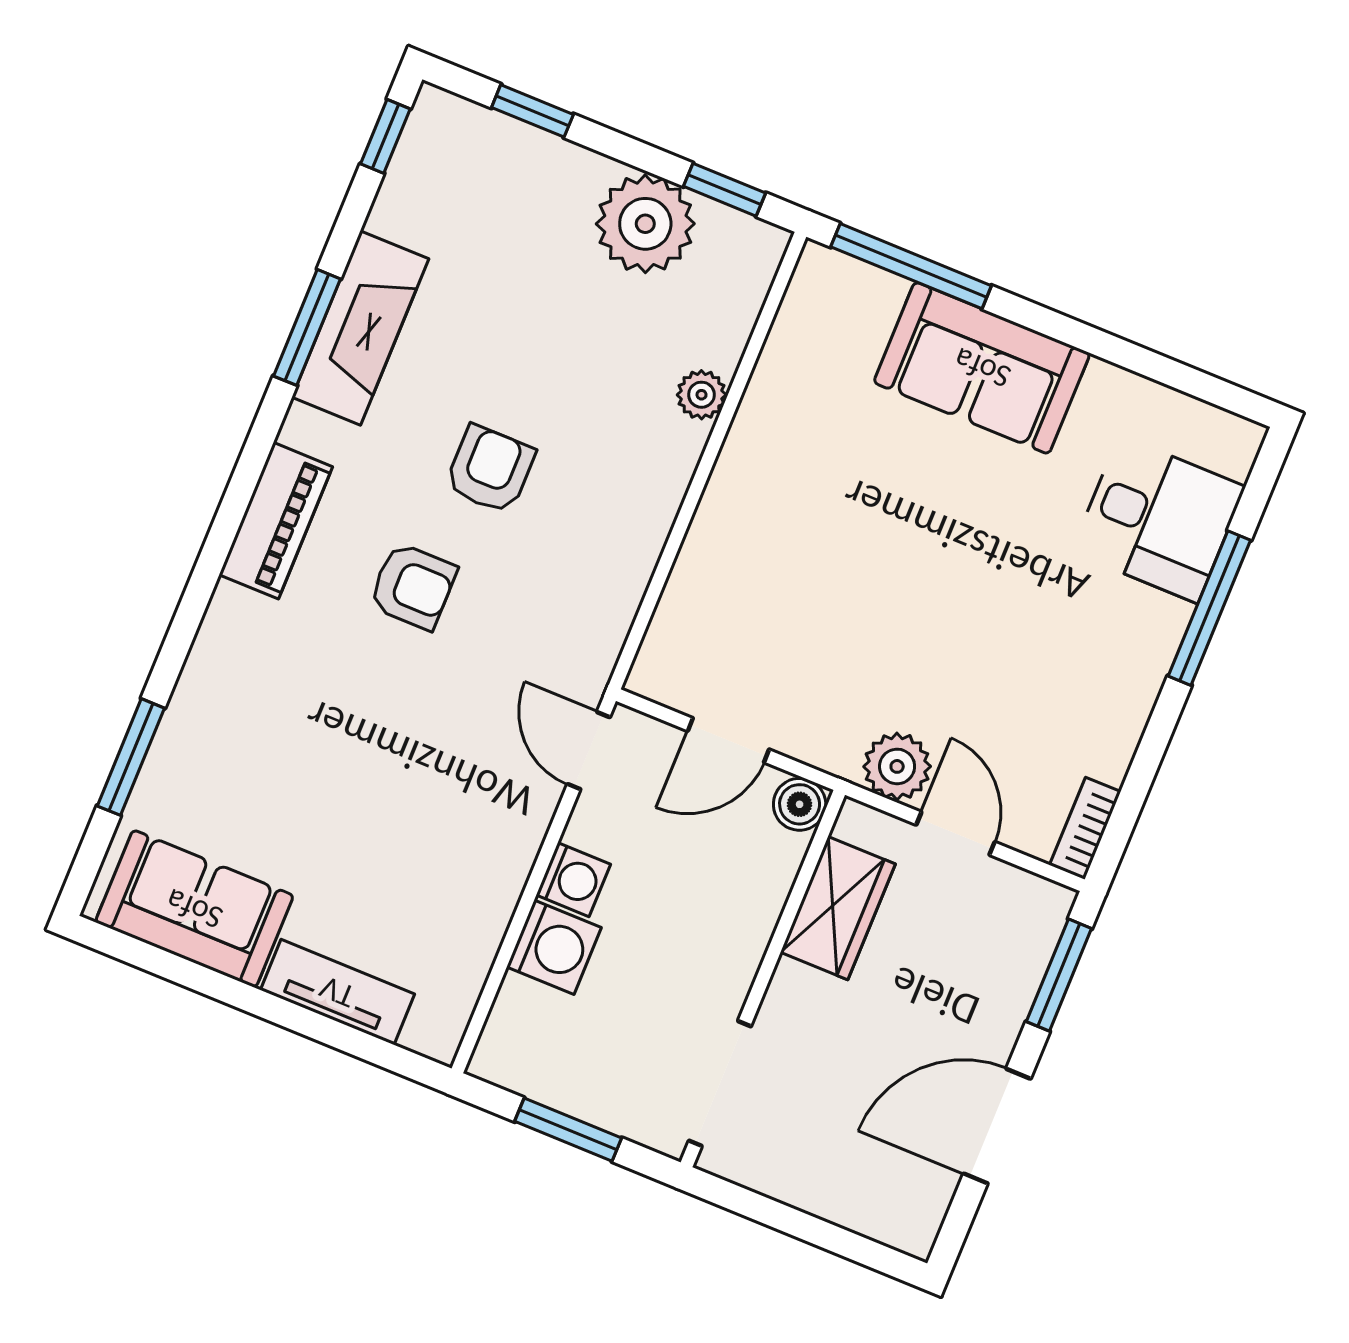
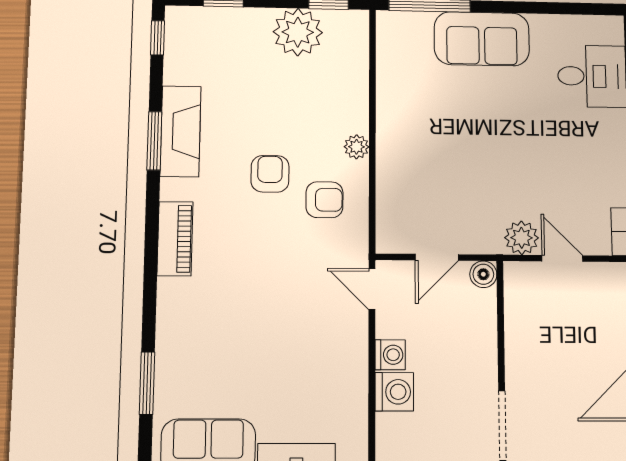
plant: (701, 395) -> (357, 147), moved
armchair: (413, 586) -> (324, 200), moved
wardrobe: (838, 908) -> (523, 317), removed

